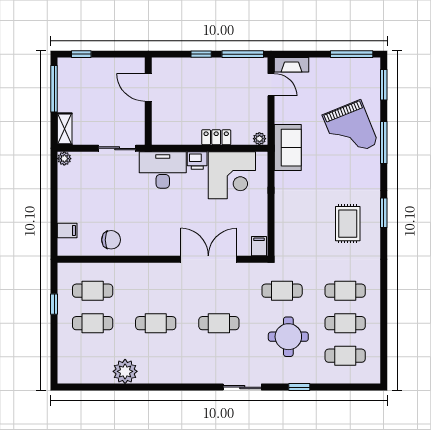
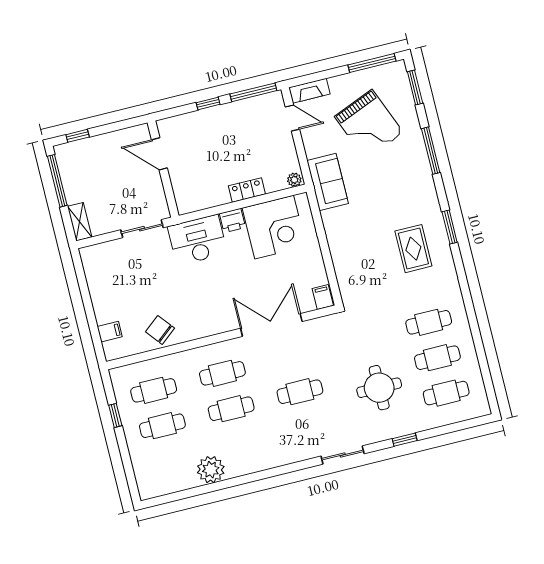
grand piano: (350, 129) -> (369, 124), moved
plant: (64, 159) -> (87, 254), removed
chair: (111, 240) -> (160, 330), turned -129
cafe table: (282, 291) -> (222, 373), moved

